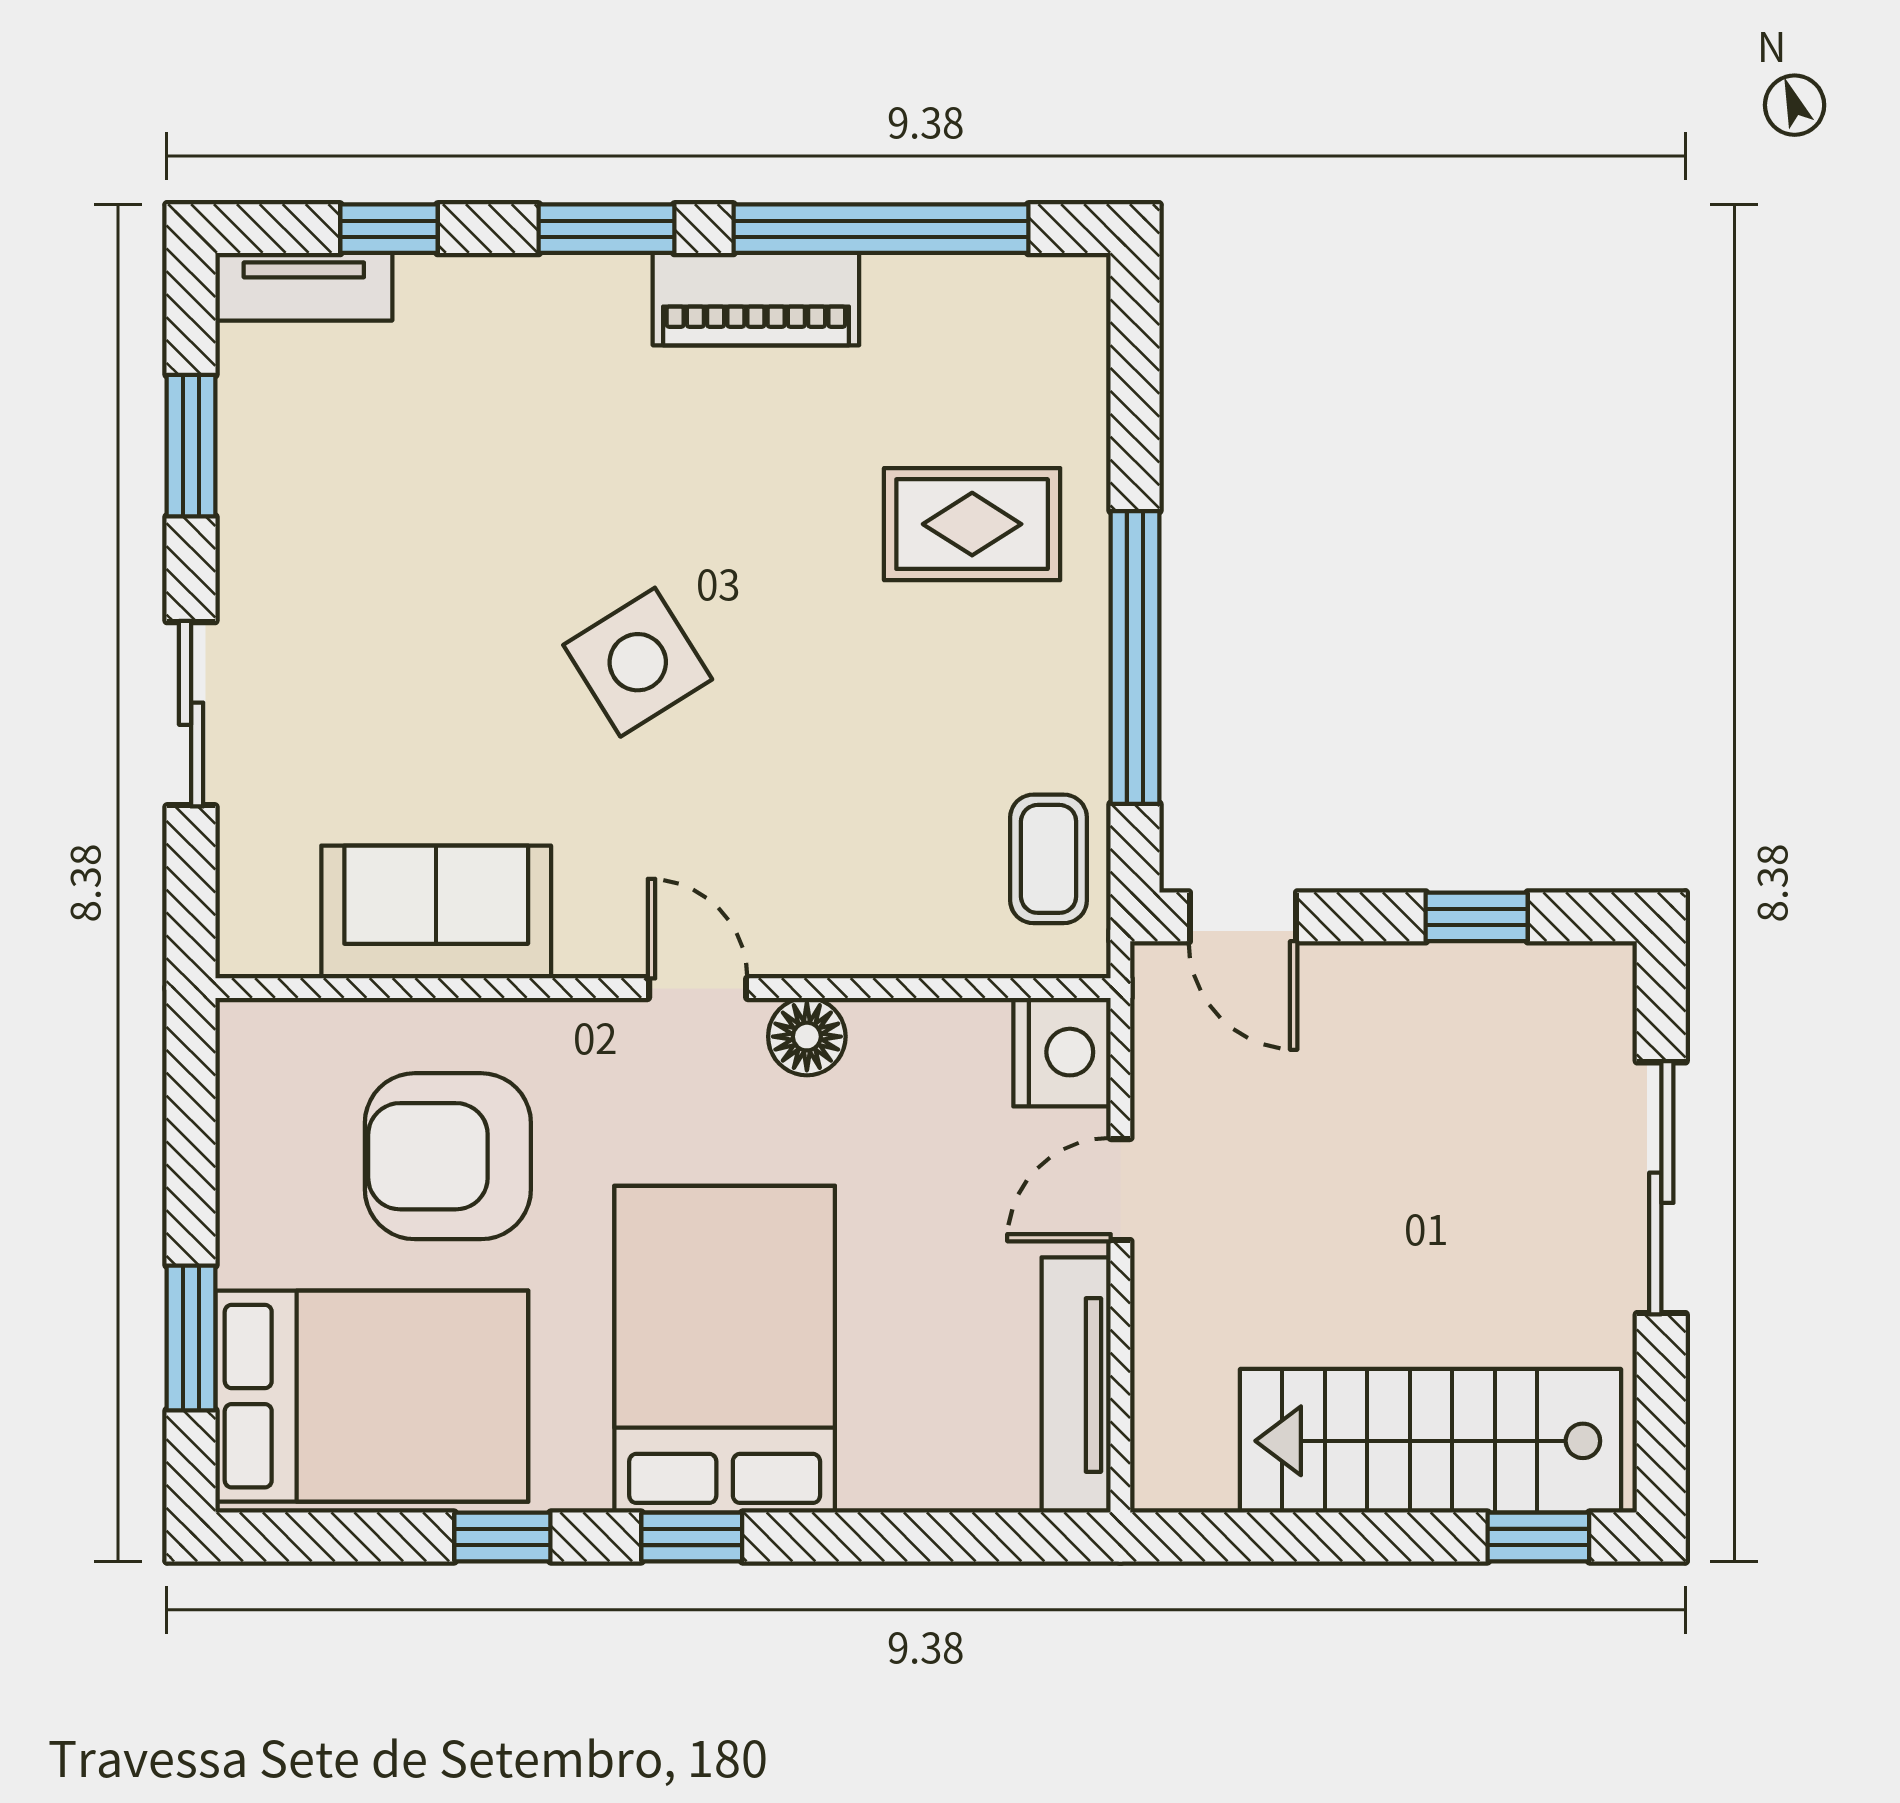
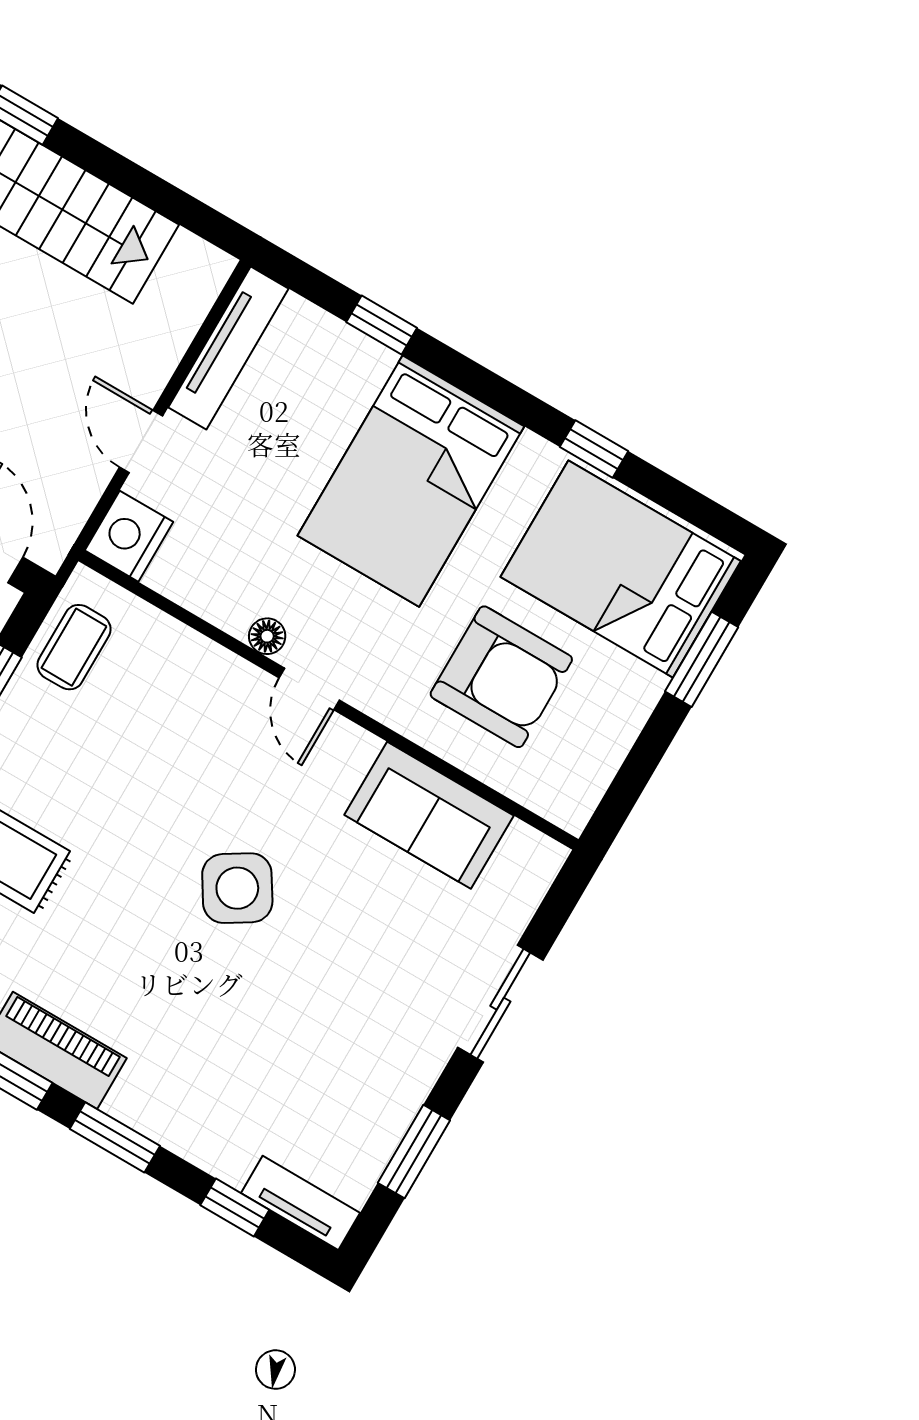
floor lamp: (807, 1037) -> (267, 636), width x0.73, depth x0.73
door: (1120, 1190) -> (141, 442), swing flipped
window: (692, 1537) -> (382, 325), moved

